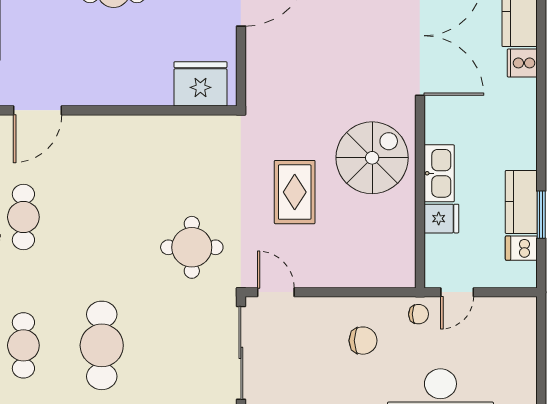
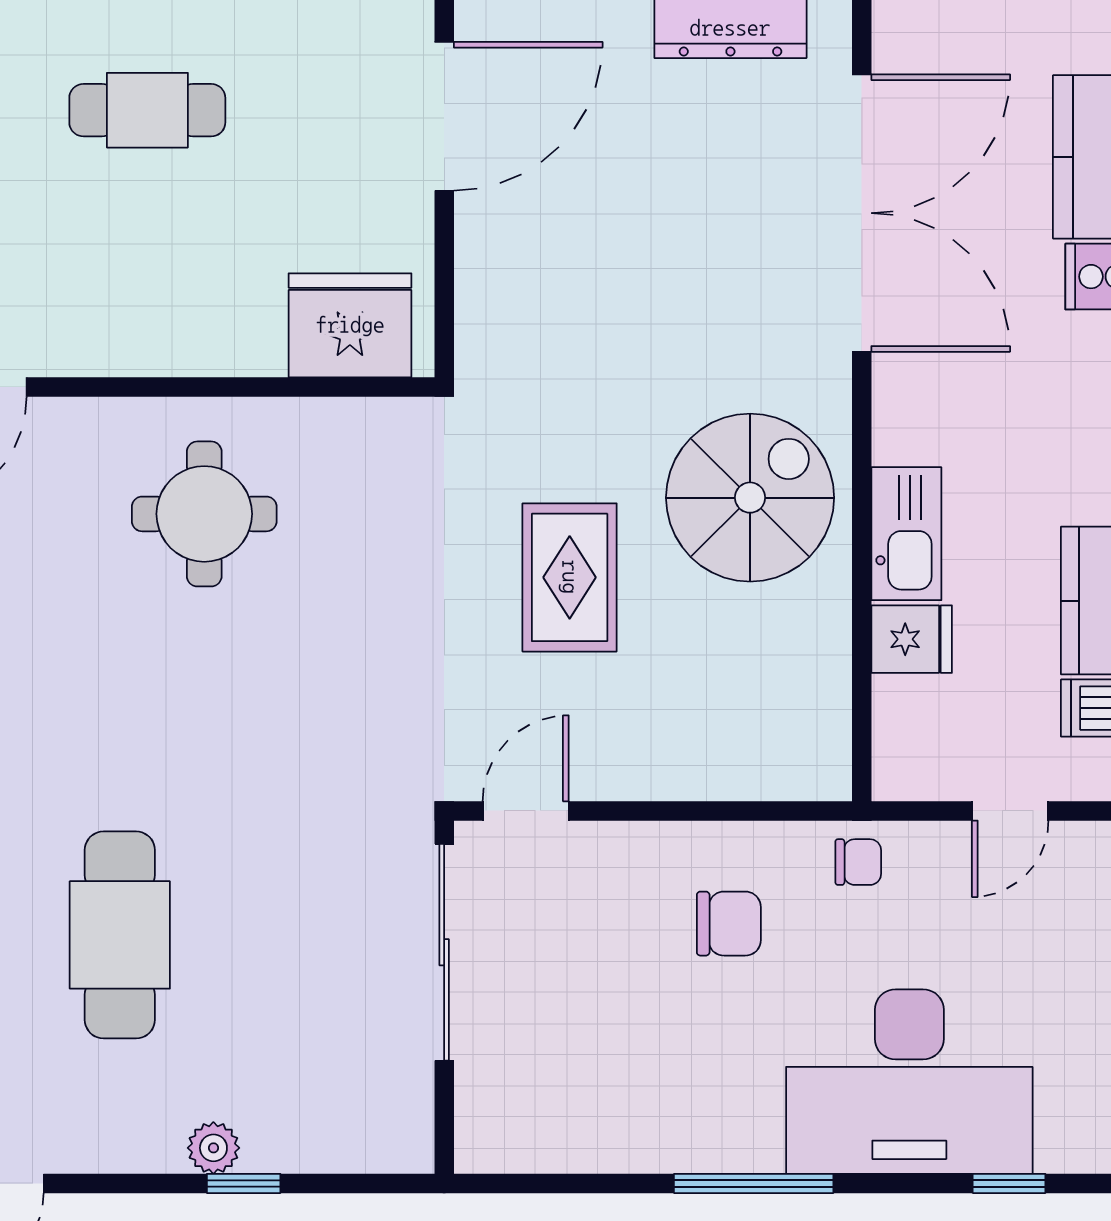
round table: (192, 247) -> (204, 514), moved
door: (276, 292) -> (526, 811), hinge flipped
door: (457, 292) -> (1010, 811), moved

